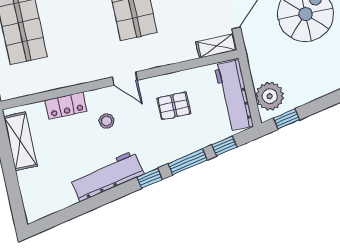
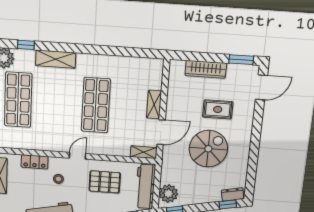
door: (125, 79) -> (78, 156), swing flipped
pallet: (174, 106) -> (105, 182), width x1.50, depth x1.42

